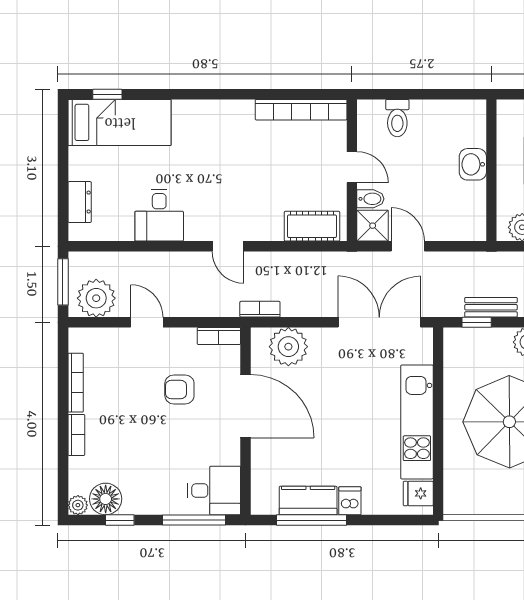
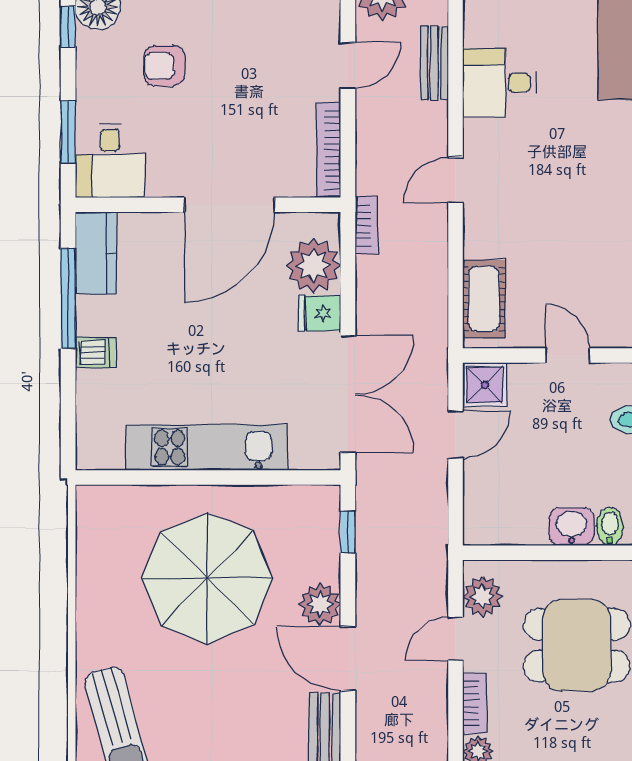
door: (352, 167) -> (568, 355), swing flipped
bidet: (370, 199) -> (610, 527), moved, turned 180
bench: (491, 307) -> (434, 63), moved
bookcase: (219, 336) -> (329, 150), width x1.56
armchair: (179, 389) -> (164, 66), moved, turned -90
fridge: (418, 493) -> (320, 313), moved, turned -90
kitchen counter: (308, 501) -> (96, 253), moved
window: (194, 520) -> (68, 132), width x0.69

